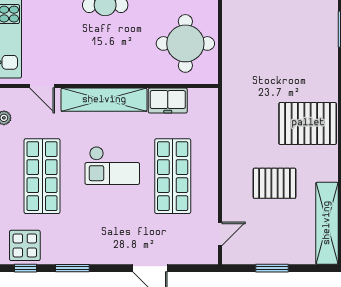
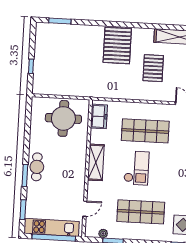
shelving: (104, 100) -> (96, 162), width x0.68
freezer: (168, 101) -> (99, 116), moved

